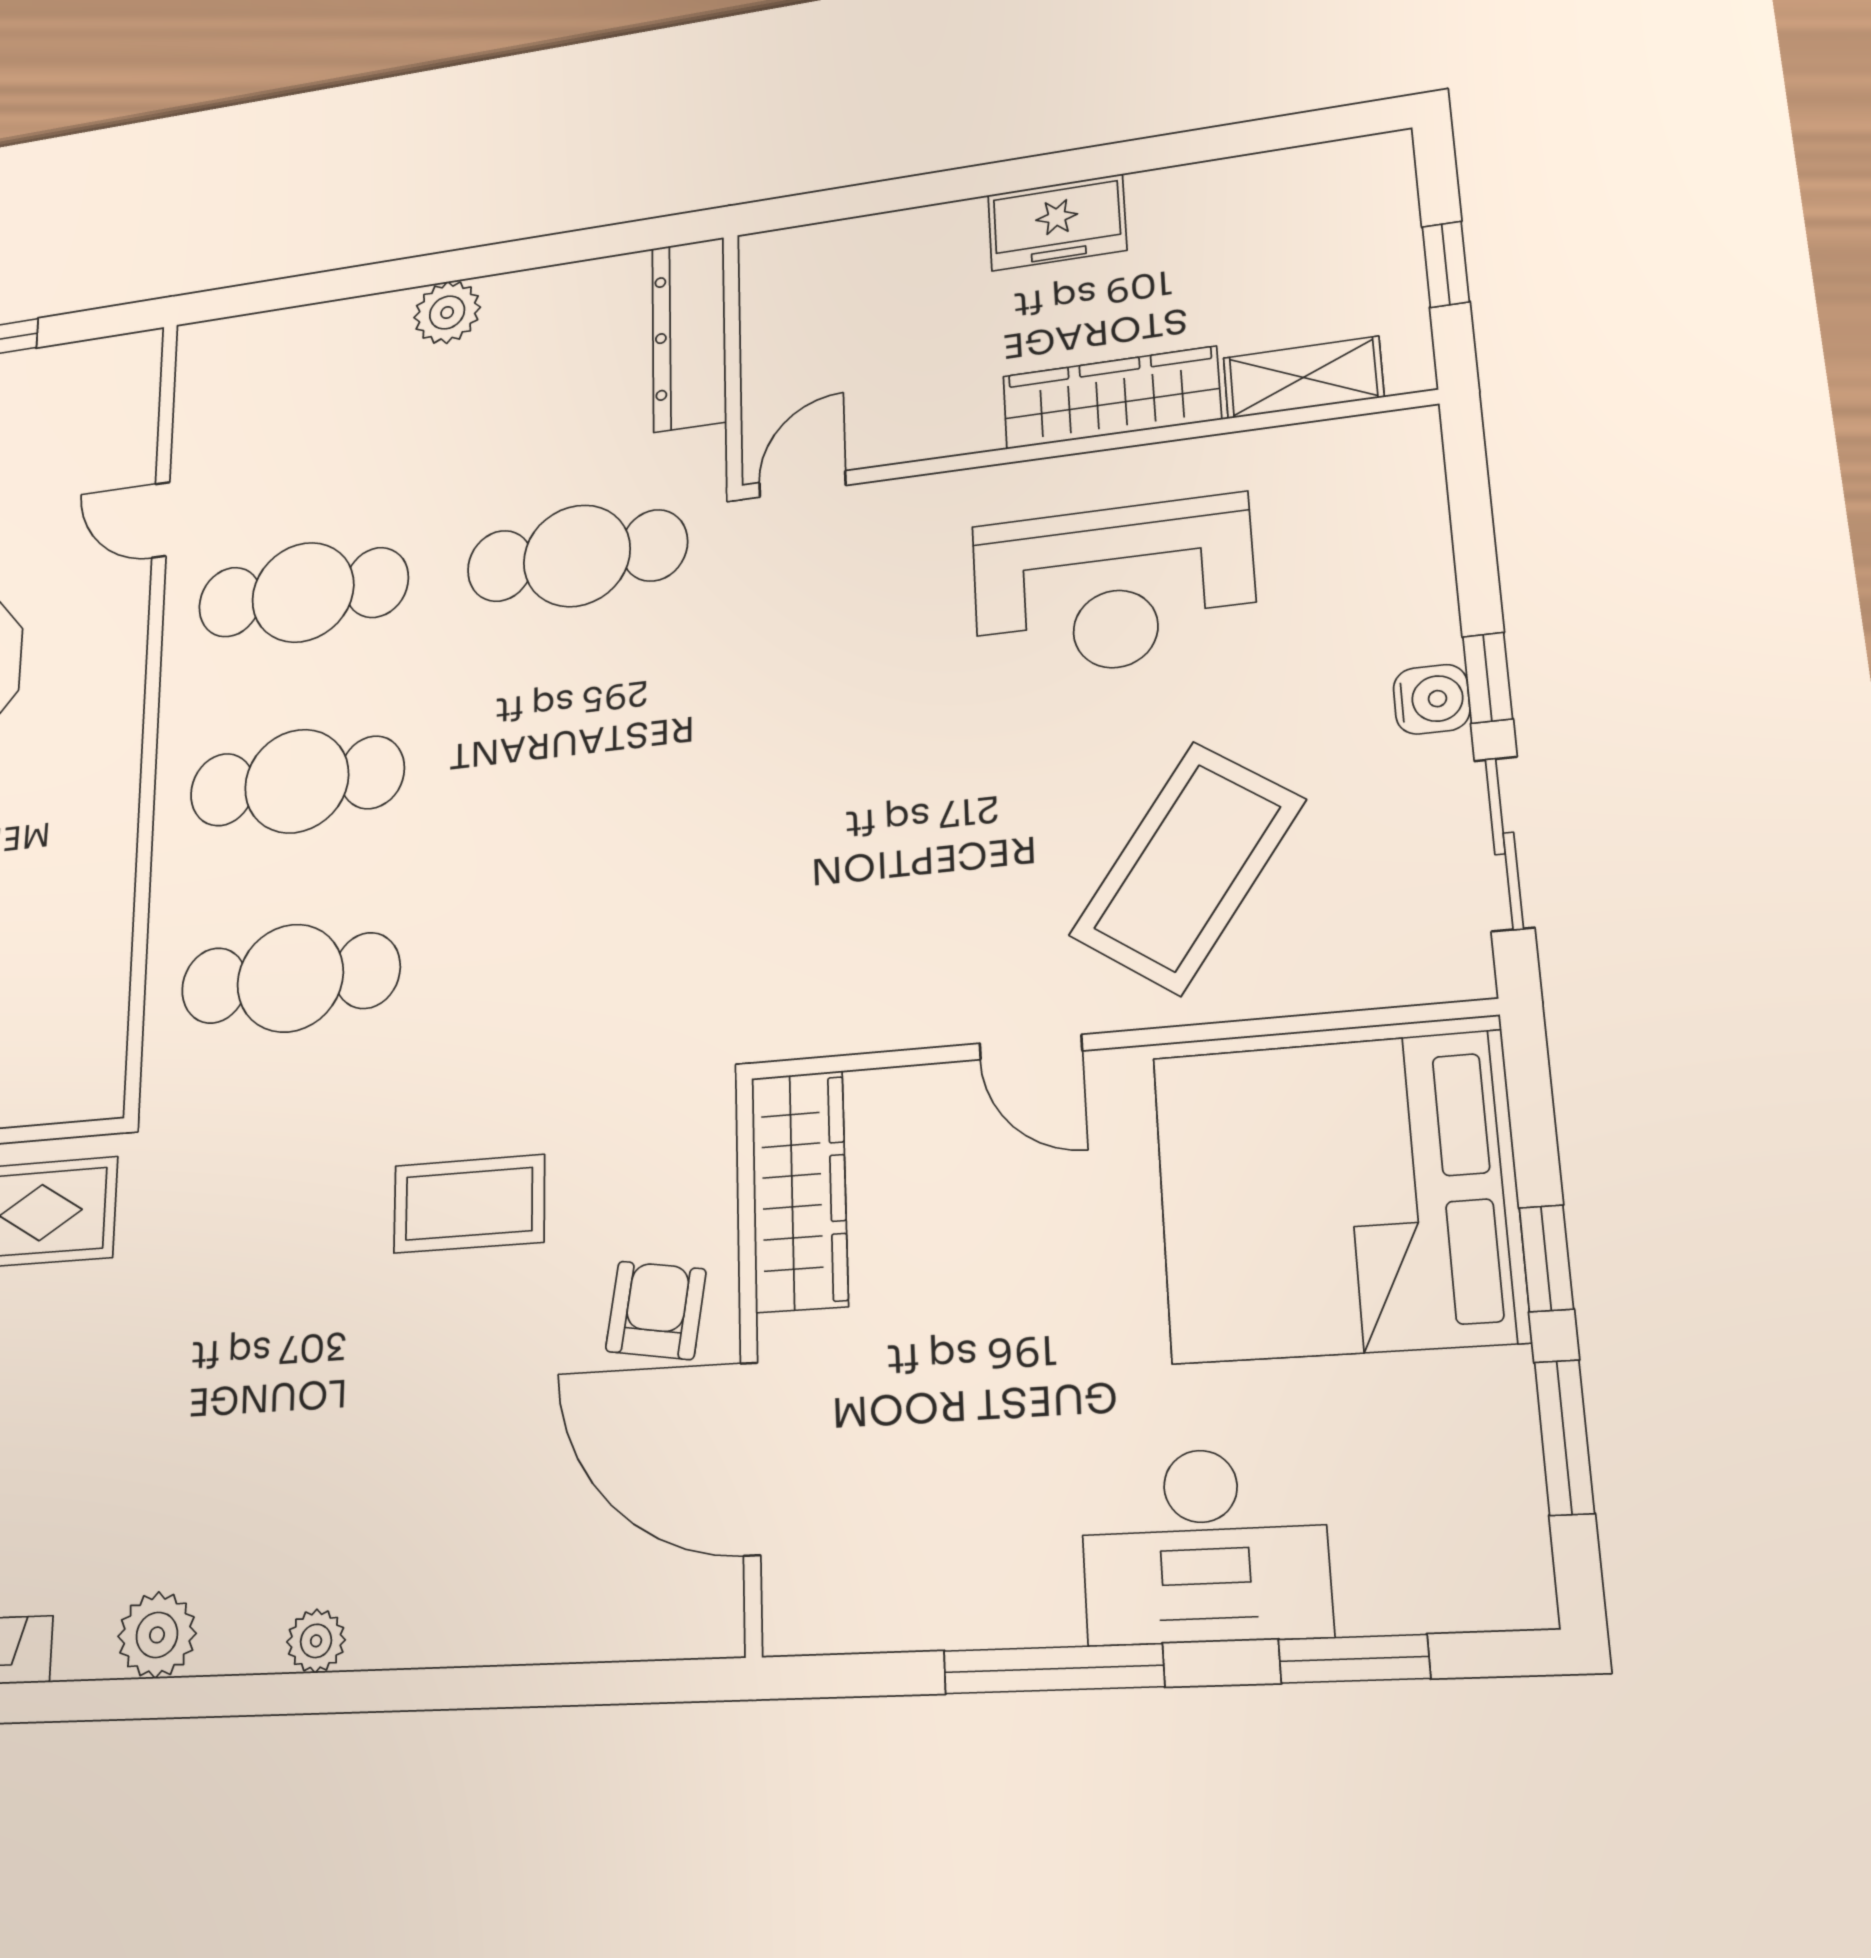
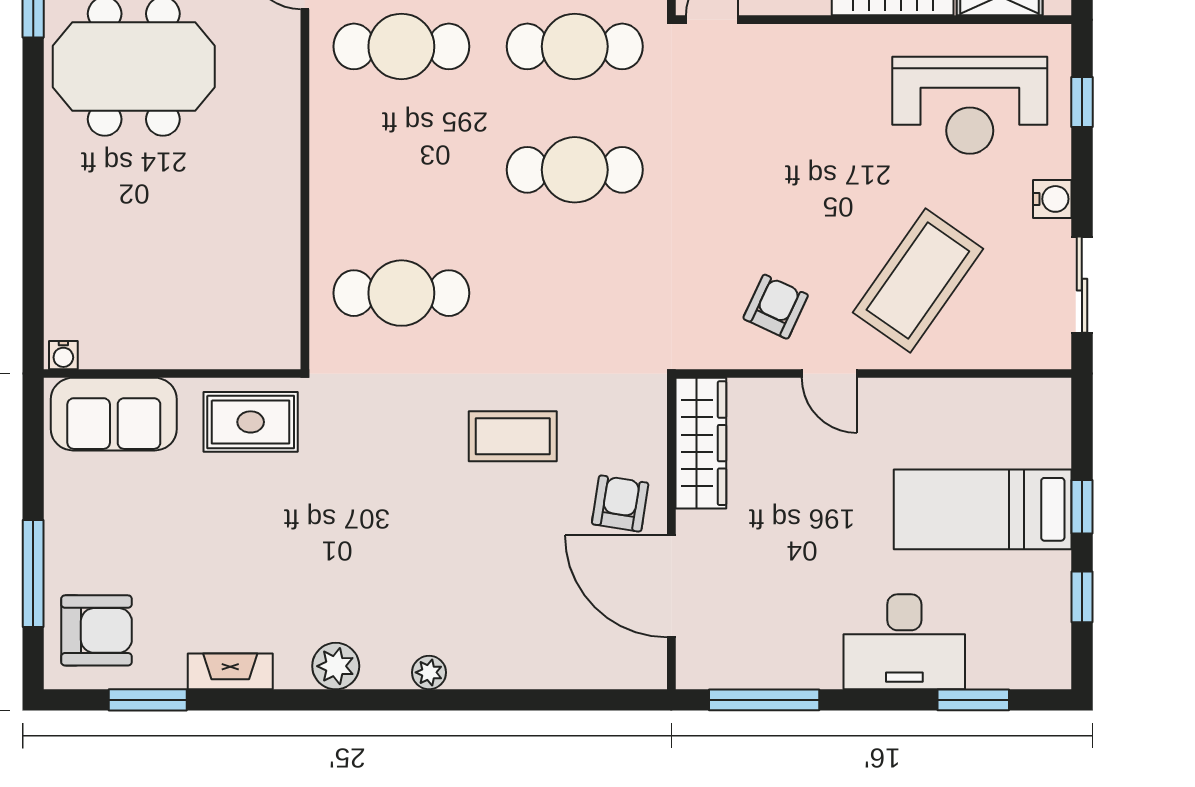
reception desk: (1113, 588) -> (970, 105), moved
window: (1488, 678) -> (1082, 102), moved
cafe table: (297, 781) -> (575, 170), moved
armchair: (928, 939) -> (776, 307), added
bed: (1337, 1197) -> (983, 509), width x0.49
window: (1564, 1437) -> (1082, 597), width x0.67
window: (1053, 1669) -> (764, 700), moved

